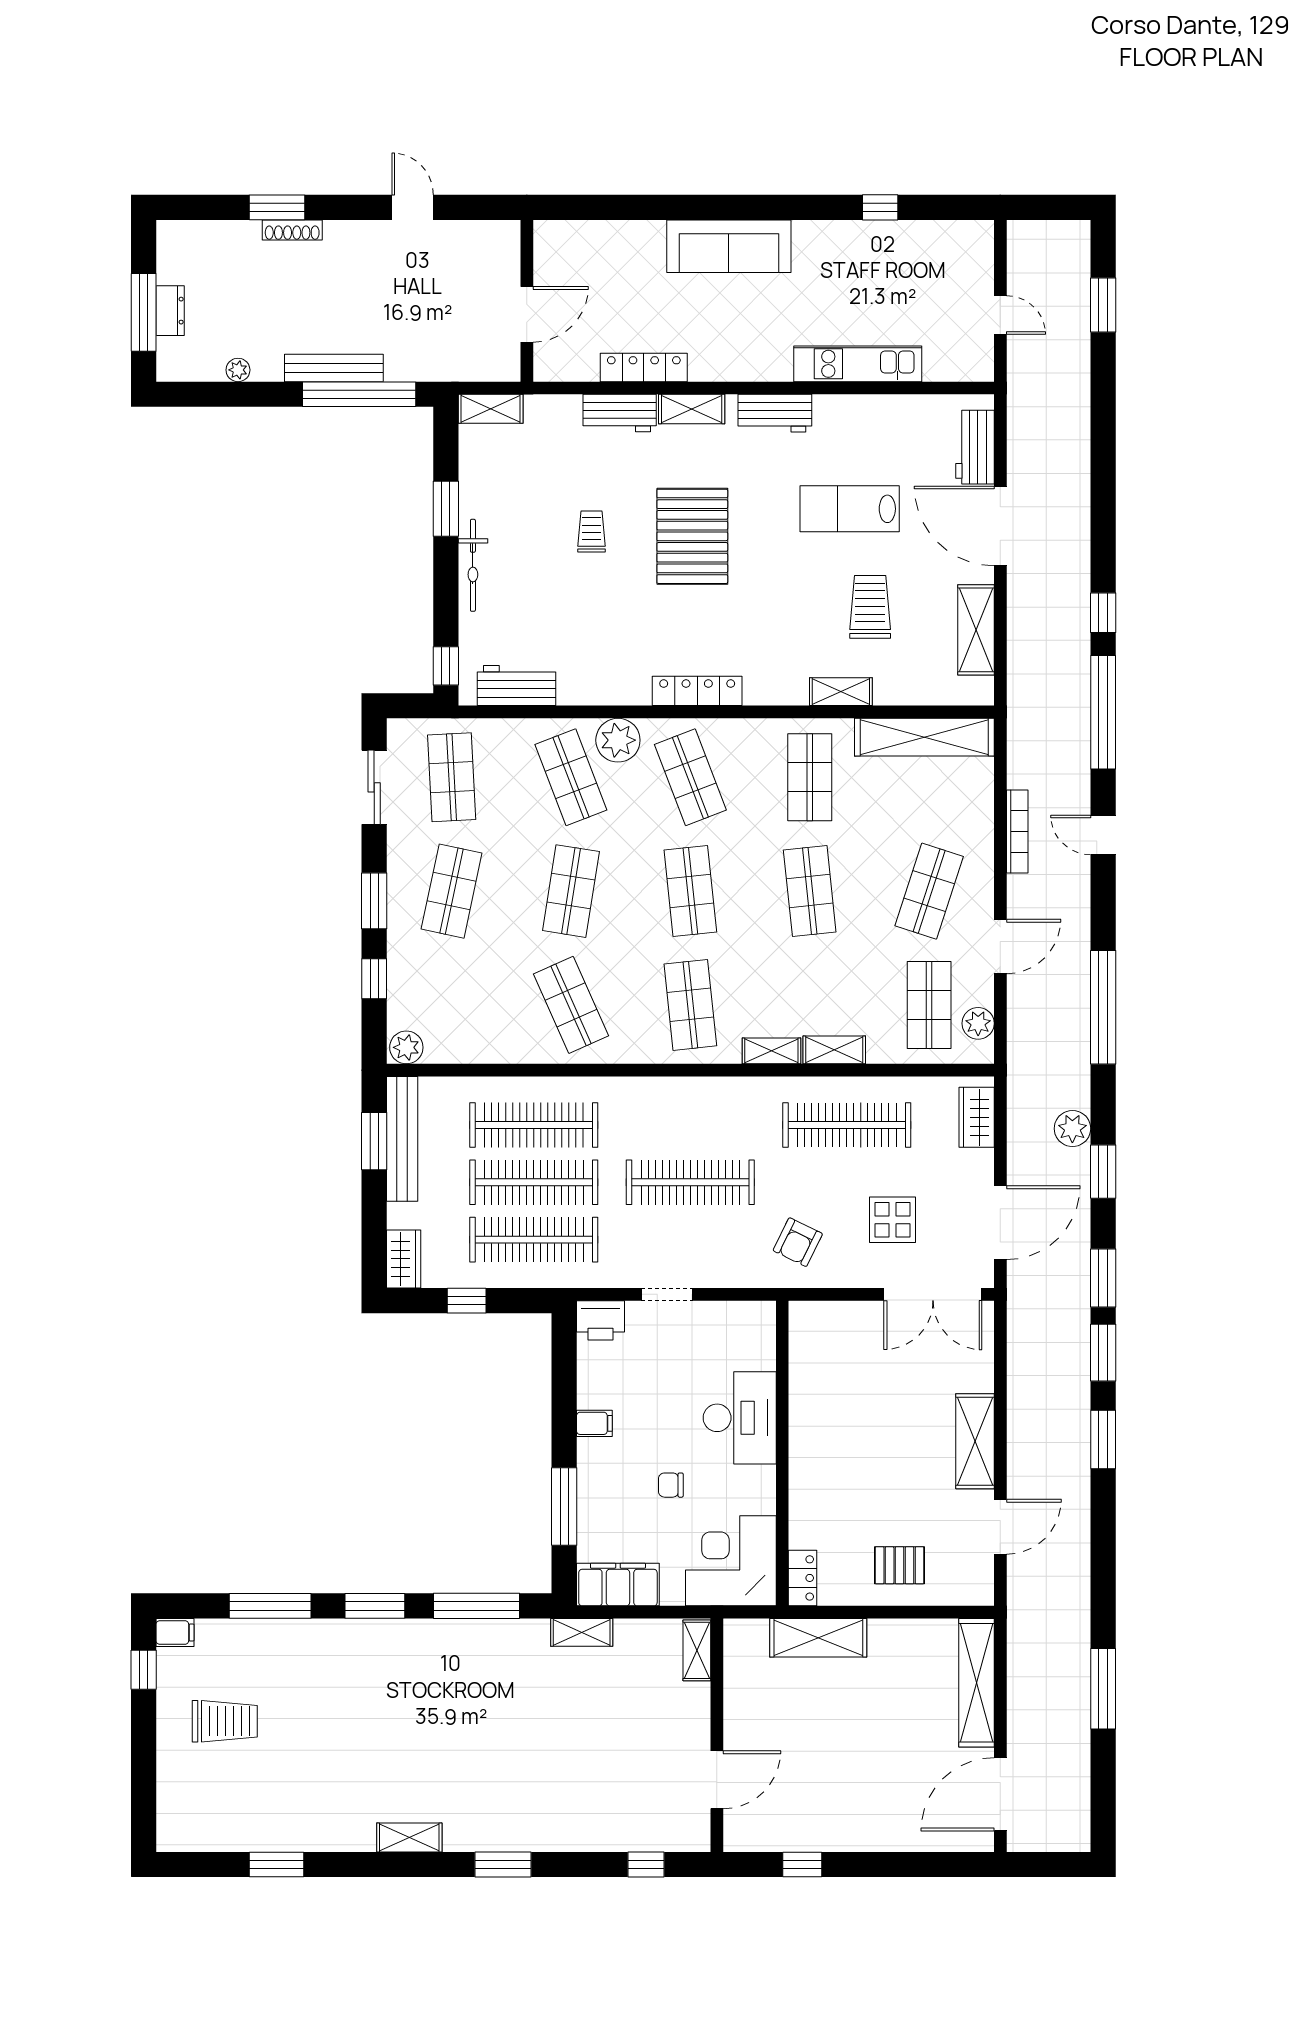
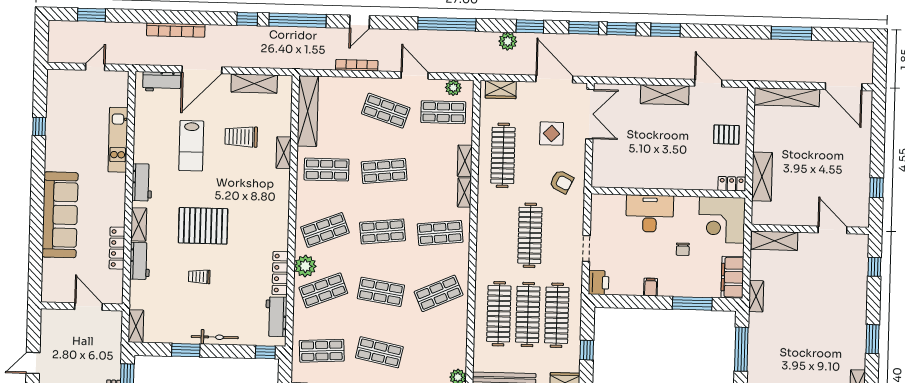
sofa: (729, 246) -> (60, 215), width x1.36, depth x1.27
bookcase: (1078, 472) -> (176, 30), added
locker: (697, 691) -> (280, 273), moved
pallet: (900, 1565) -> (726, 135), turned 90
shelving: (697, 1650) -> (774, 241), width x1.50, depth x1.33

